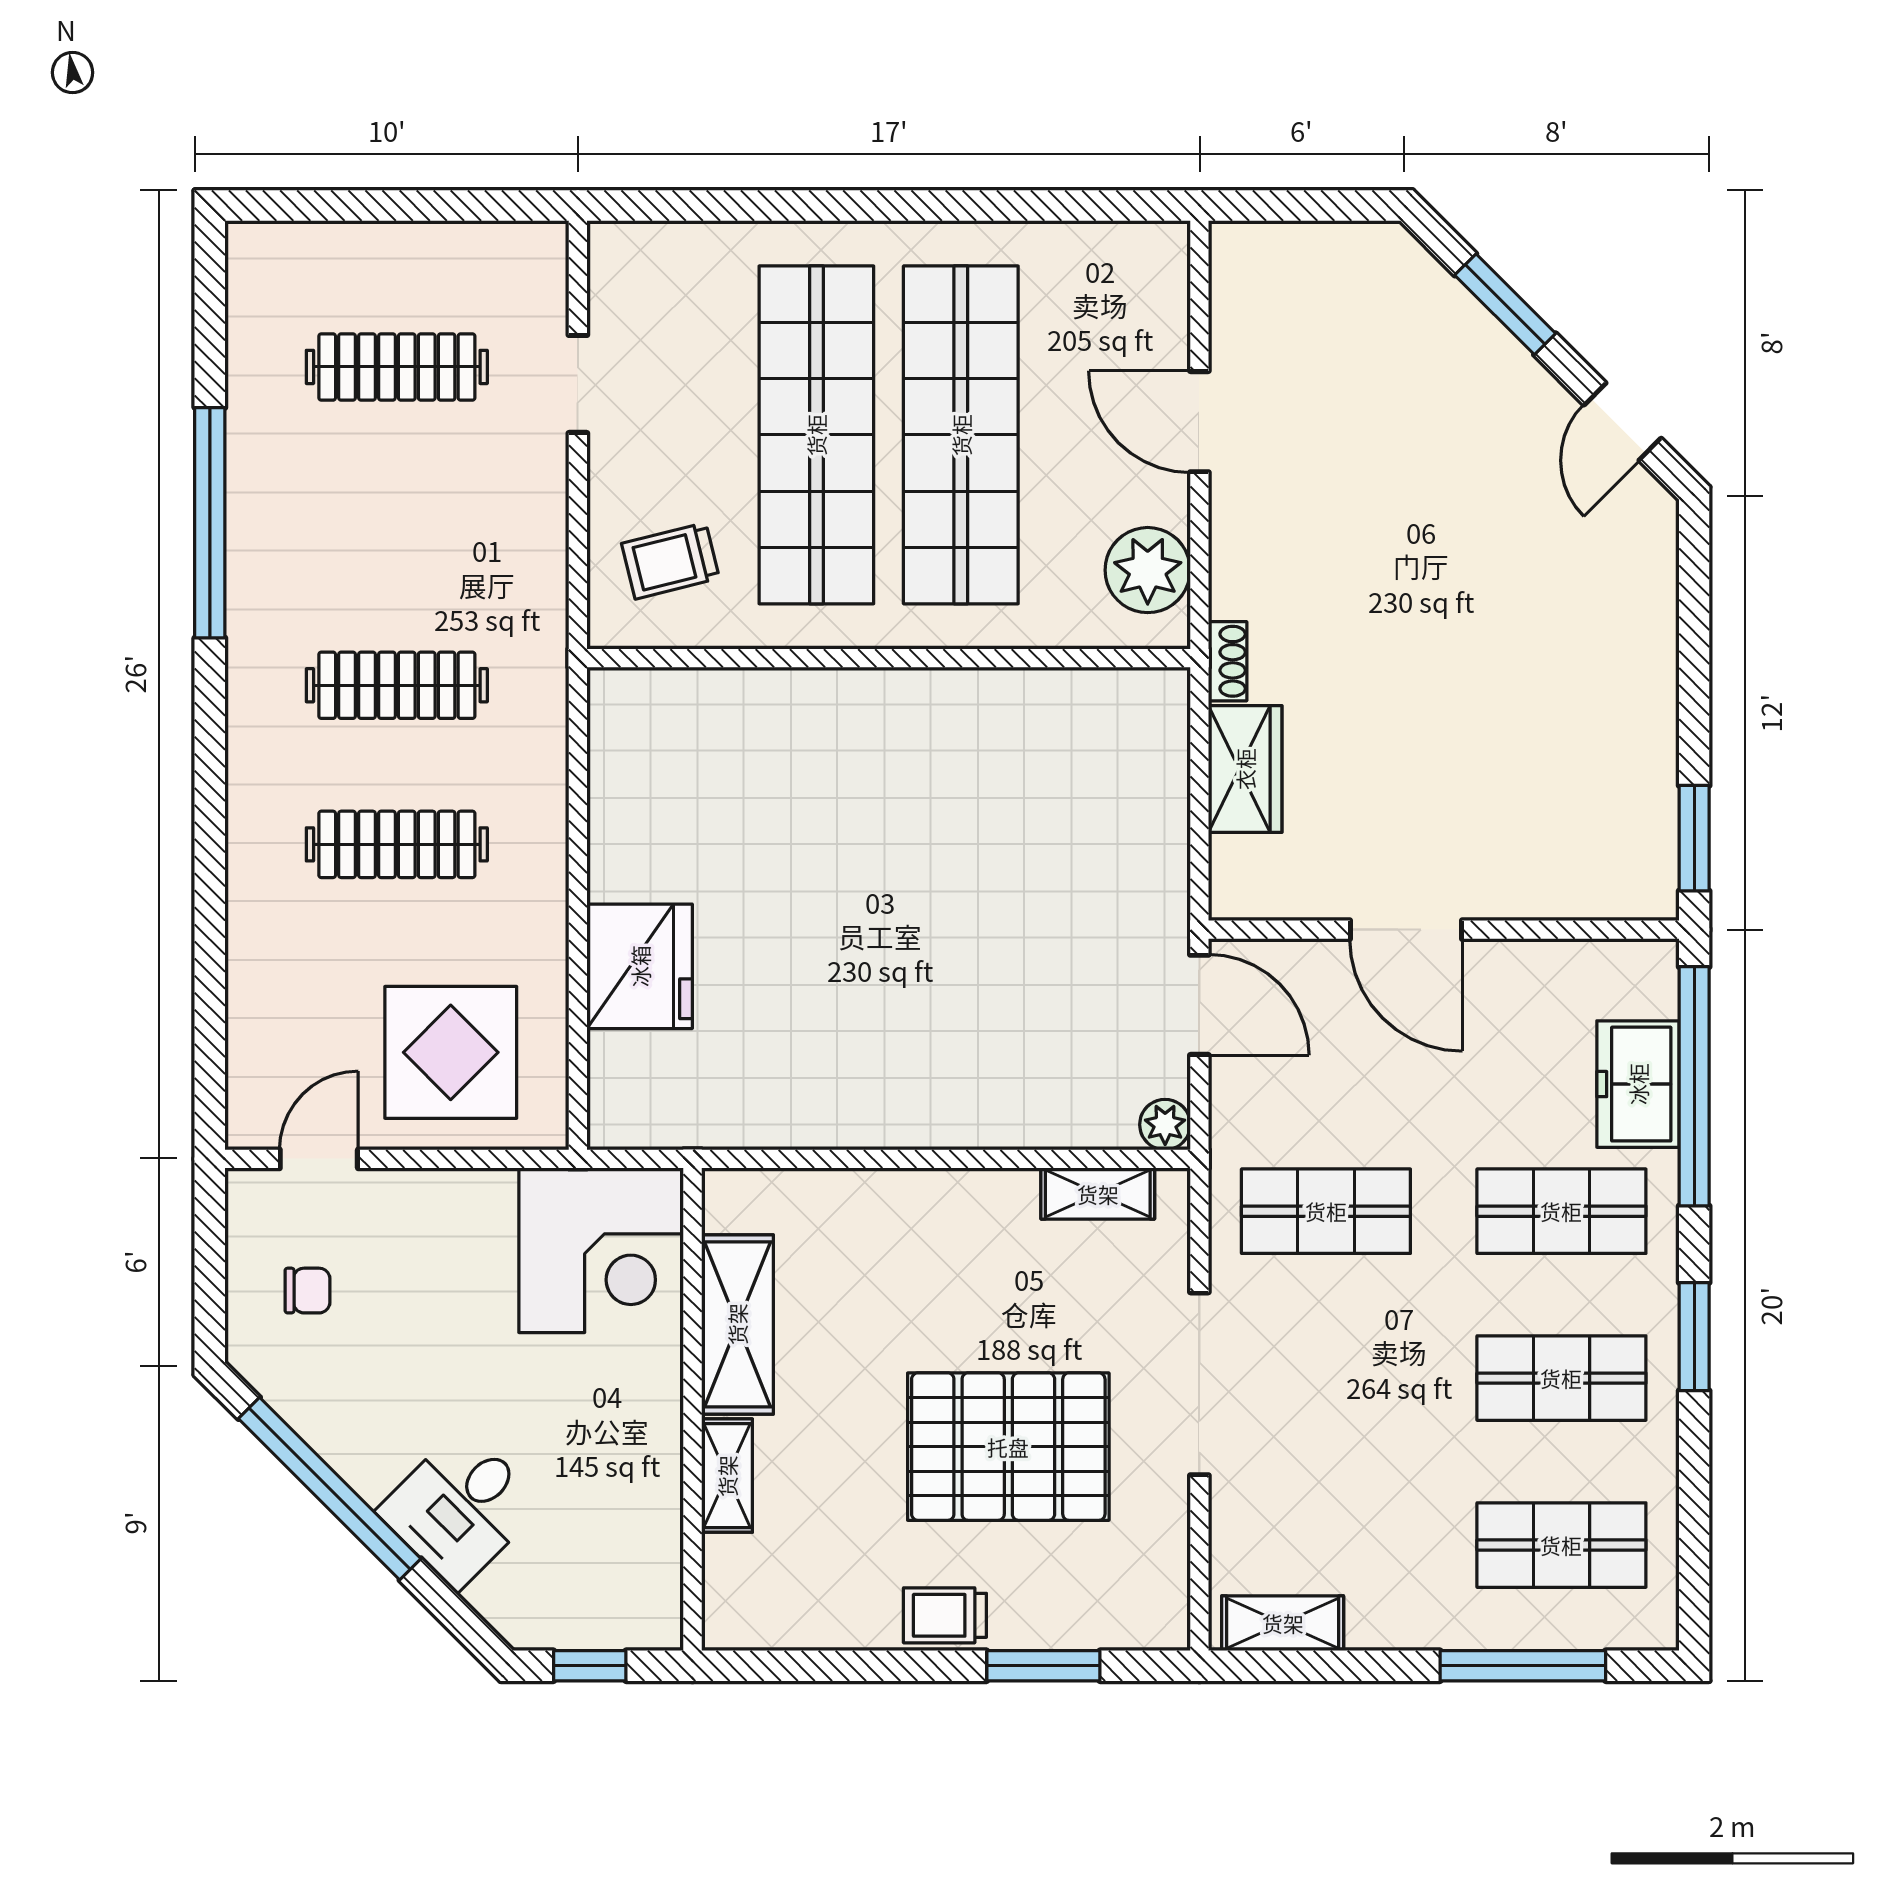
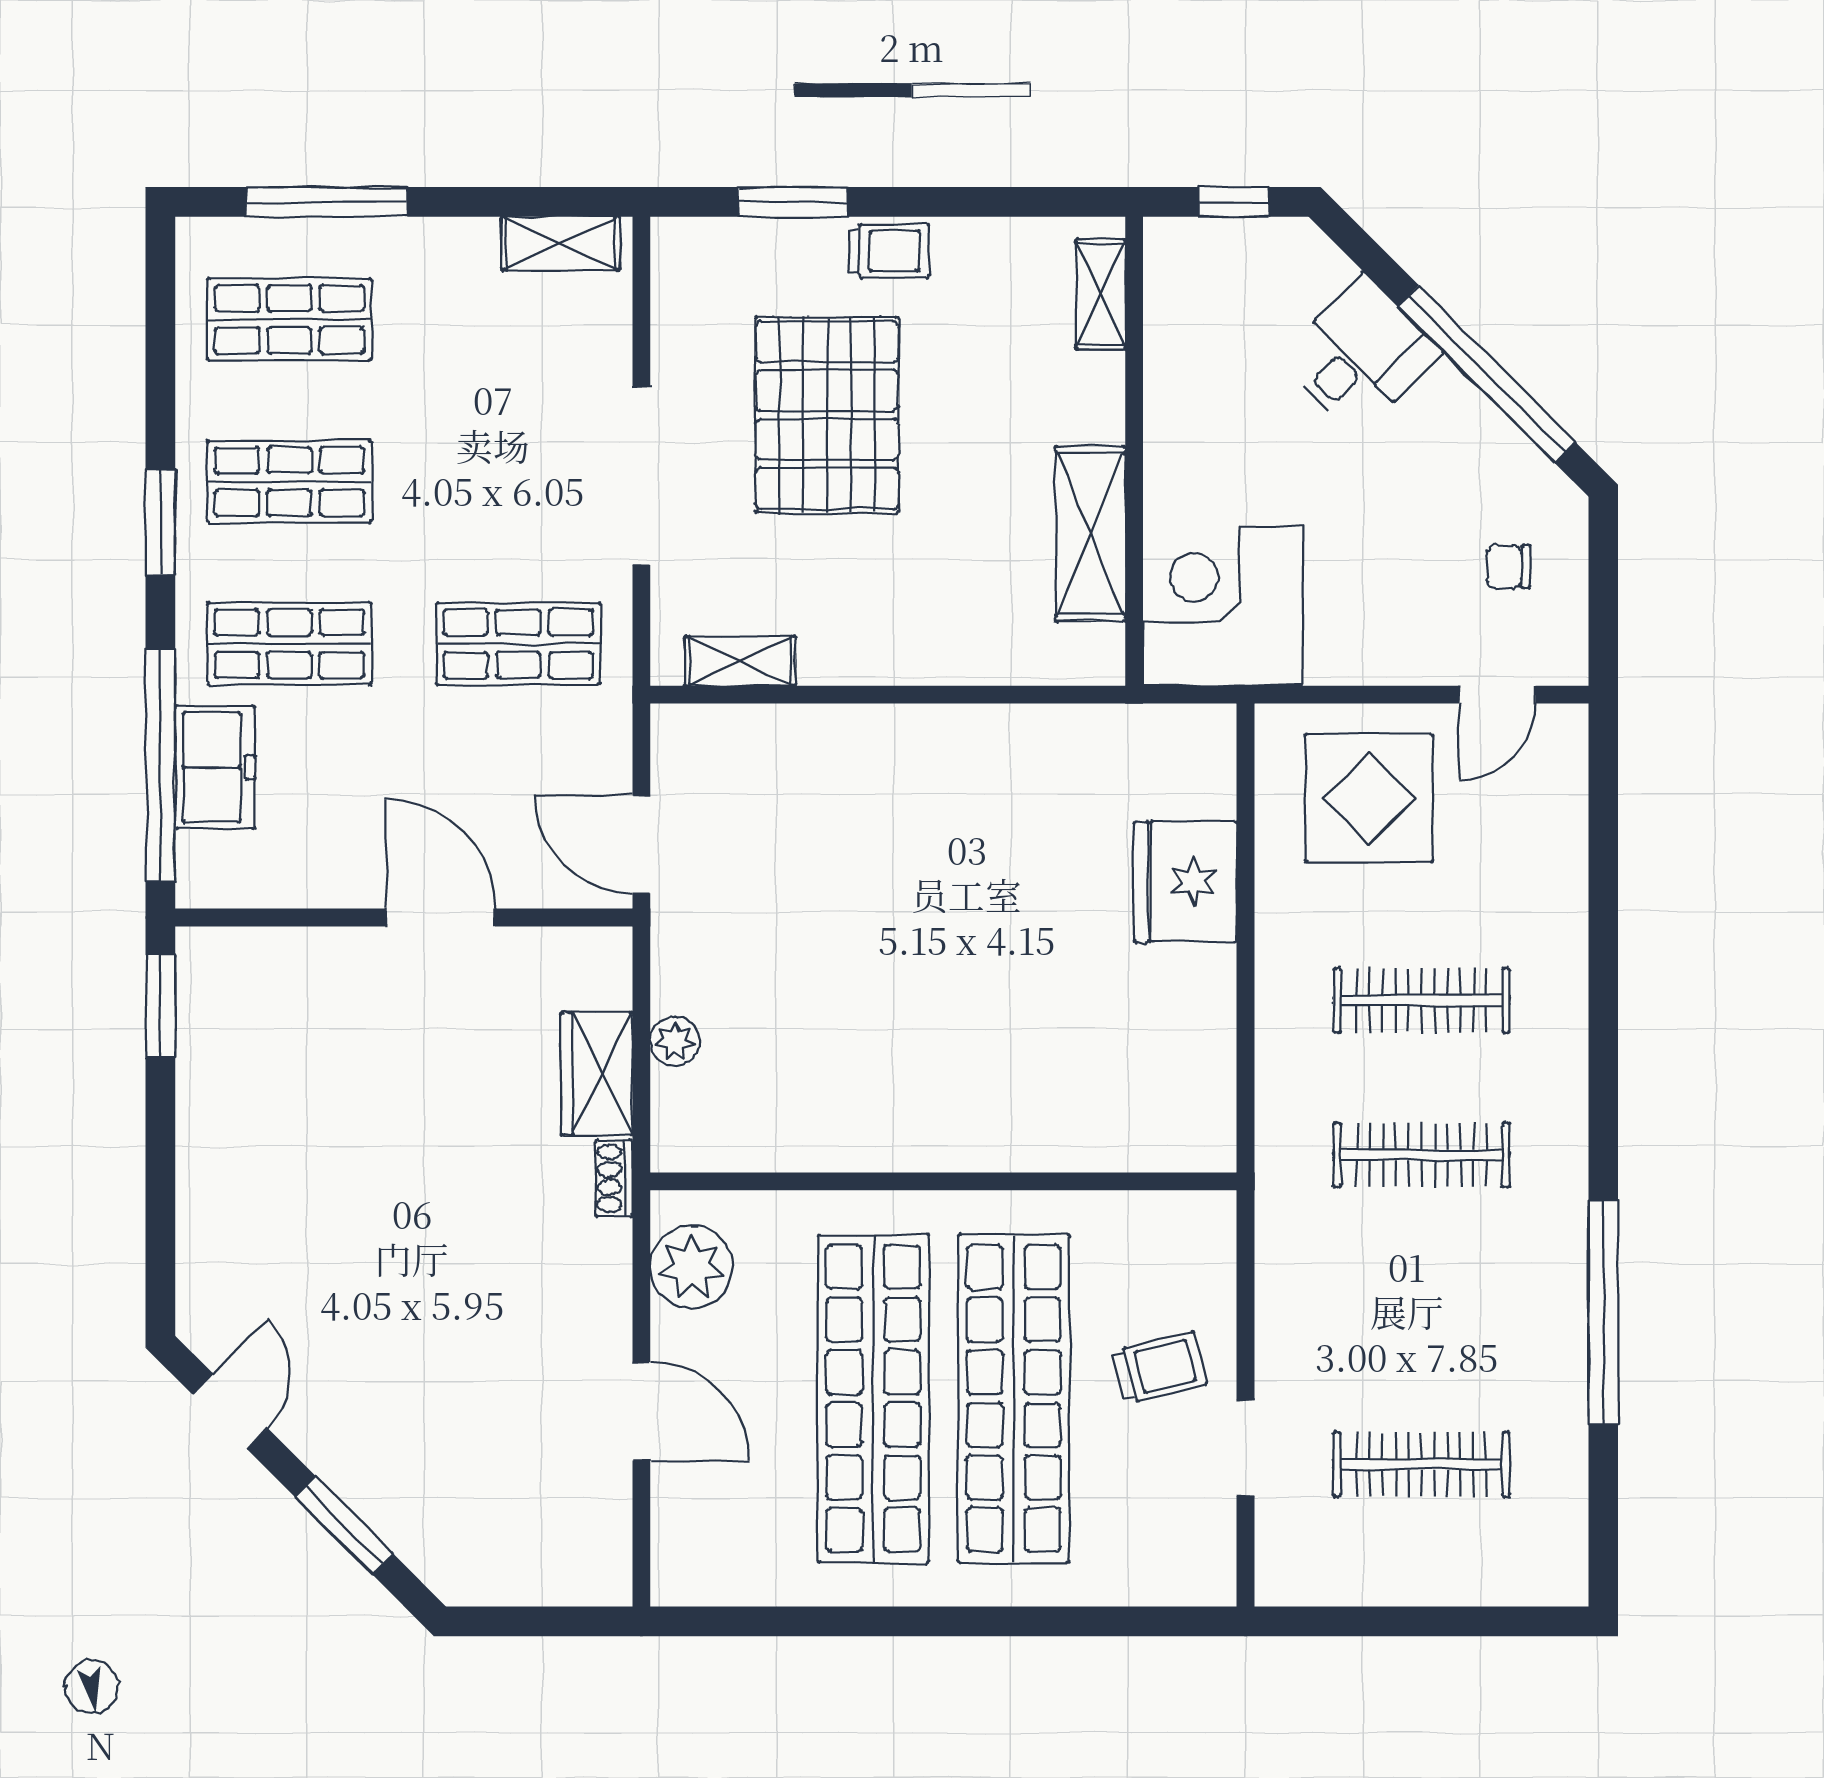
trolley: (670, 561) -> (1159, 1368), moved
plant: (1165, 1125) -> (675, 1041), moved
pallet: (1008, 1447) -> (827, 415), turned 90
shelving: (727, 1476) -> (1101, 294), moved

